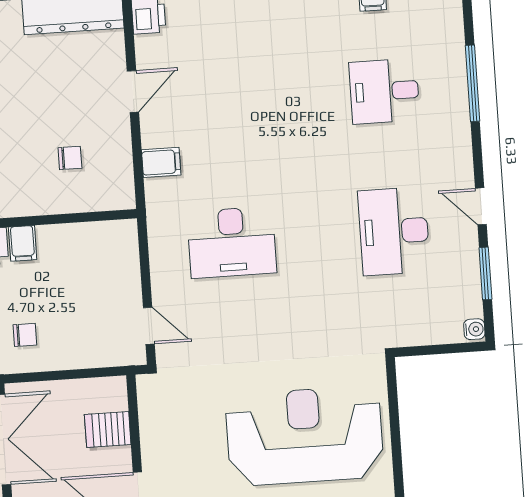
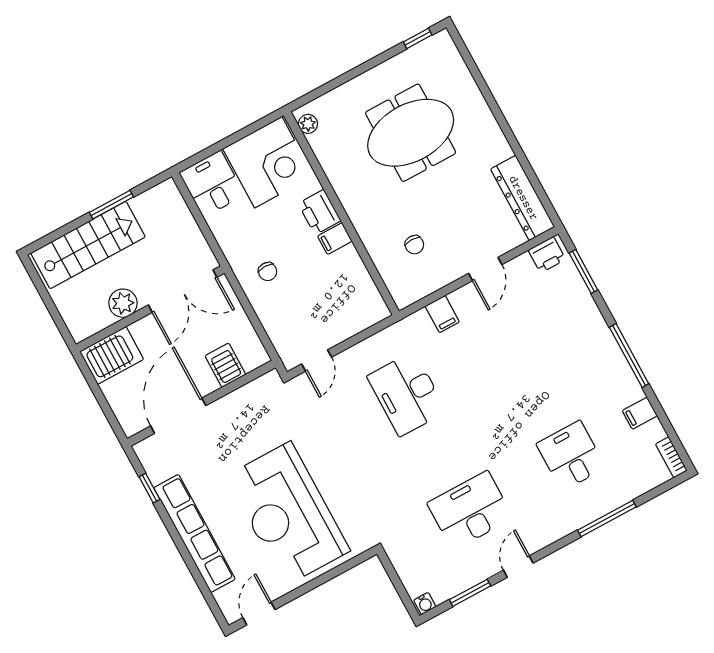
door: (133, 92) -> (485, 269), hinge flipped
reception desk: (305, 436) -> (288, 514), turned 180

